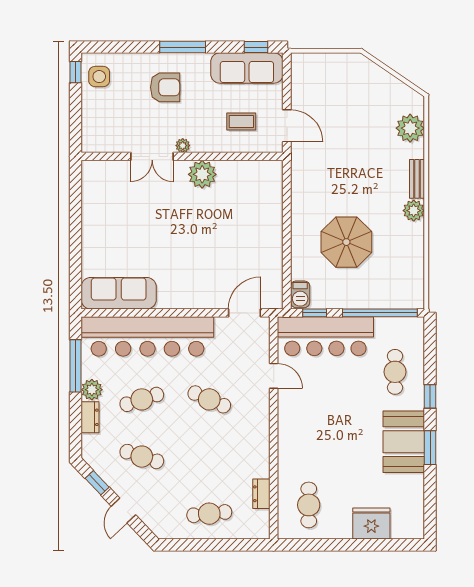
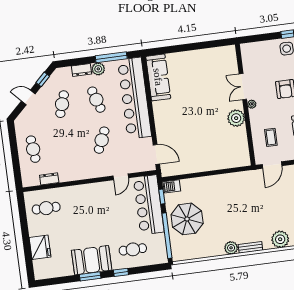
parasol: (346, 242) -> (187, 219), moved

